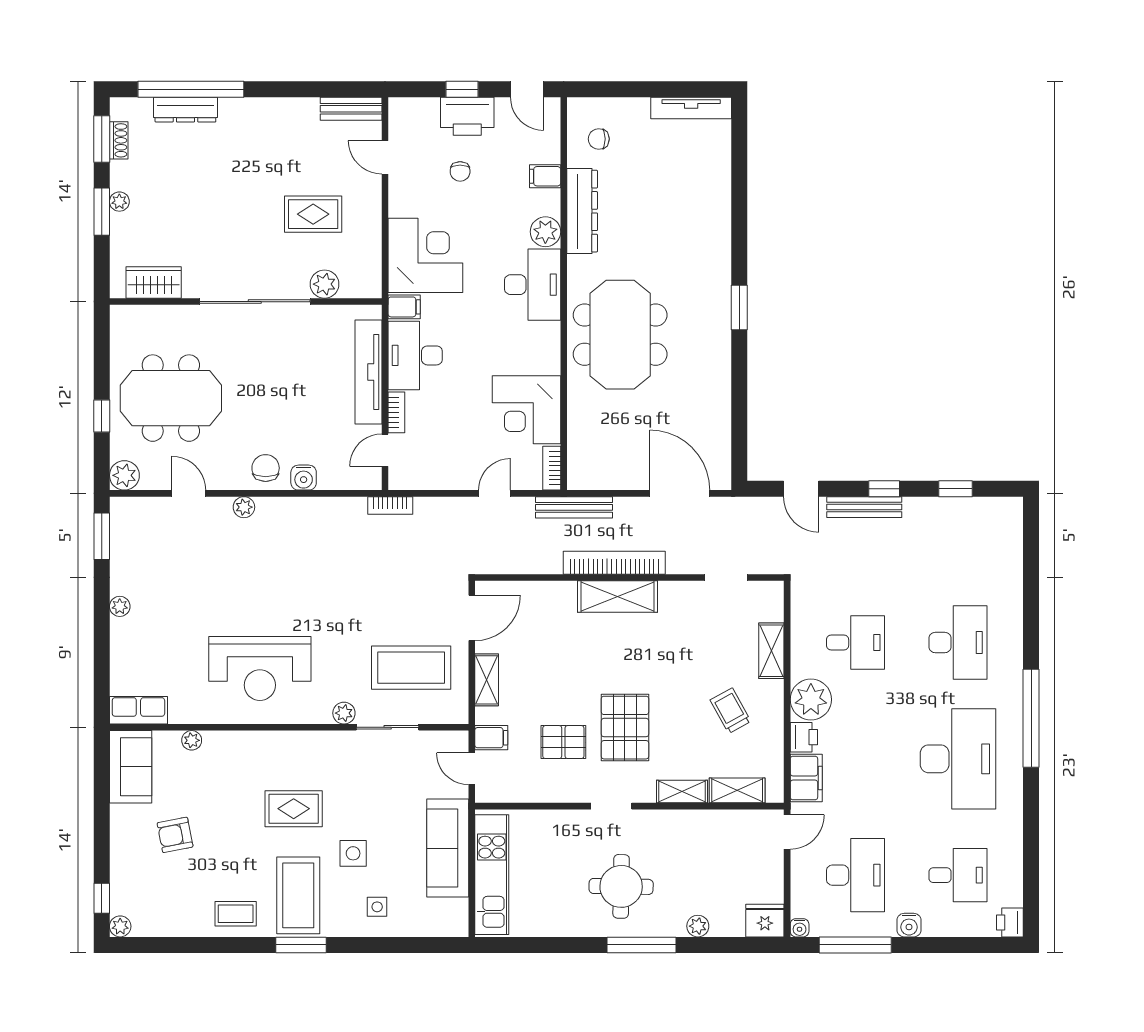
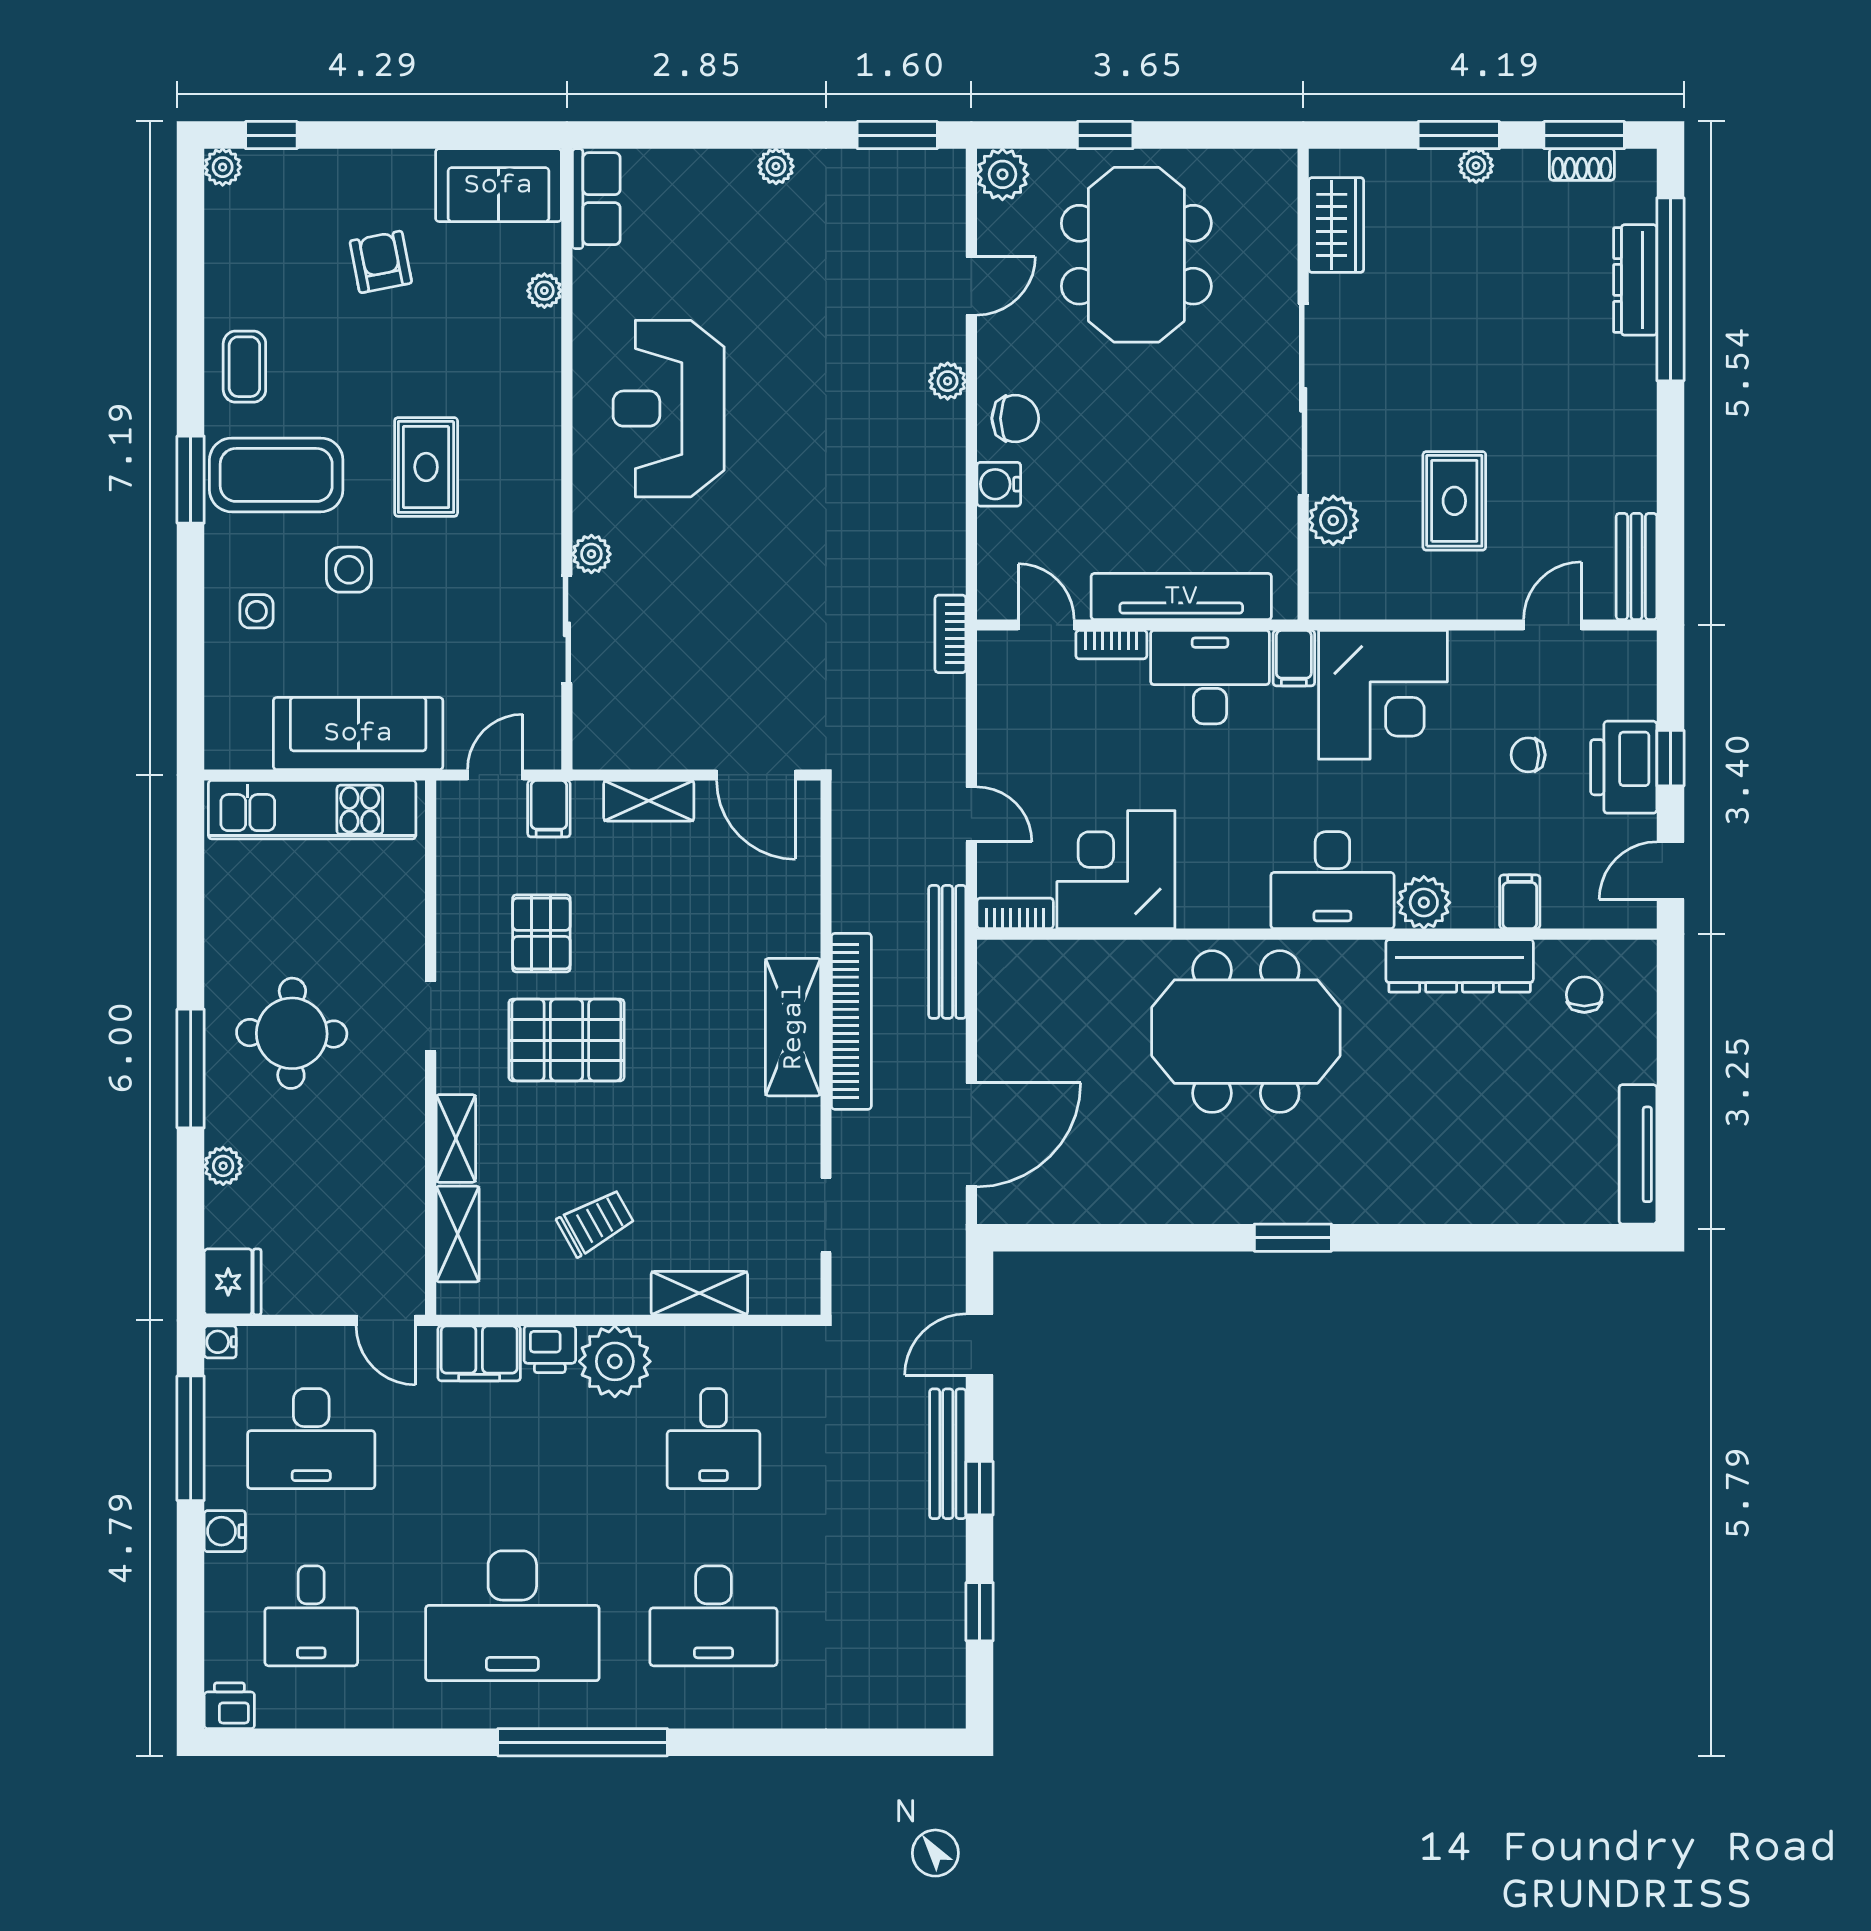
coffee table: (411, 668) -> (670, 670), removed

